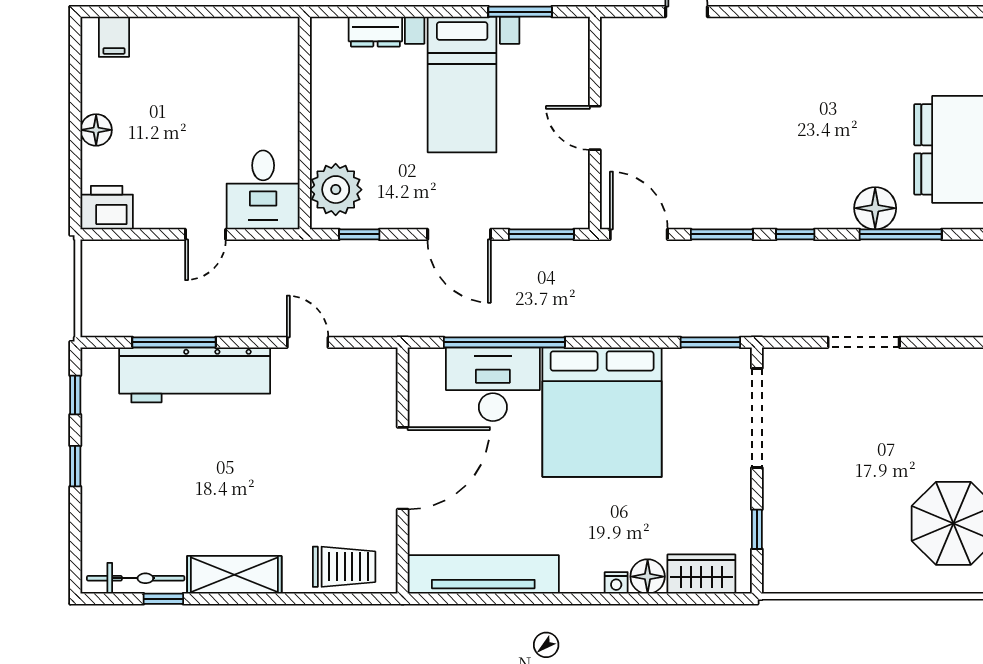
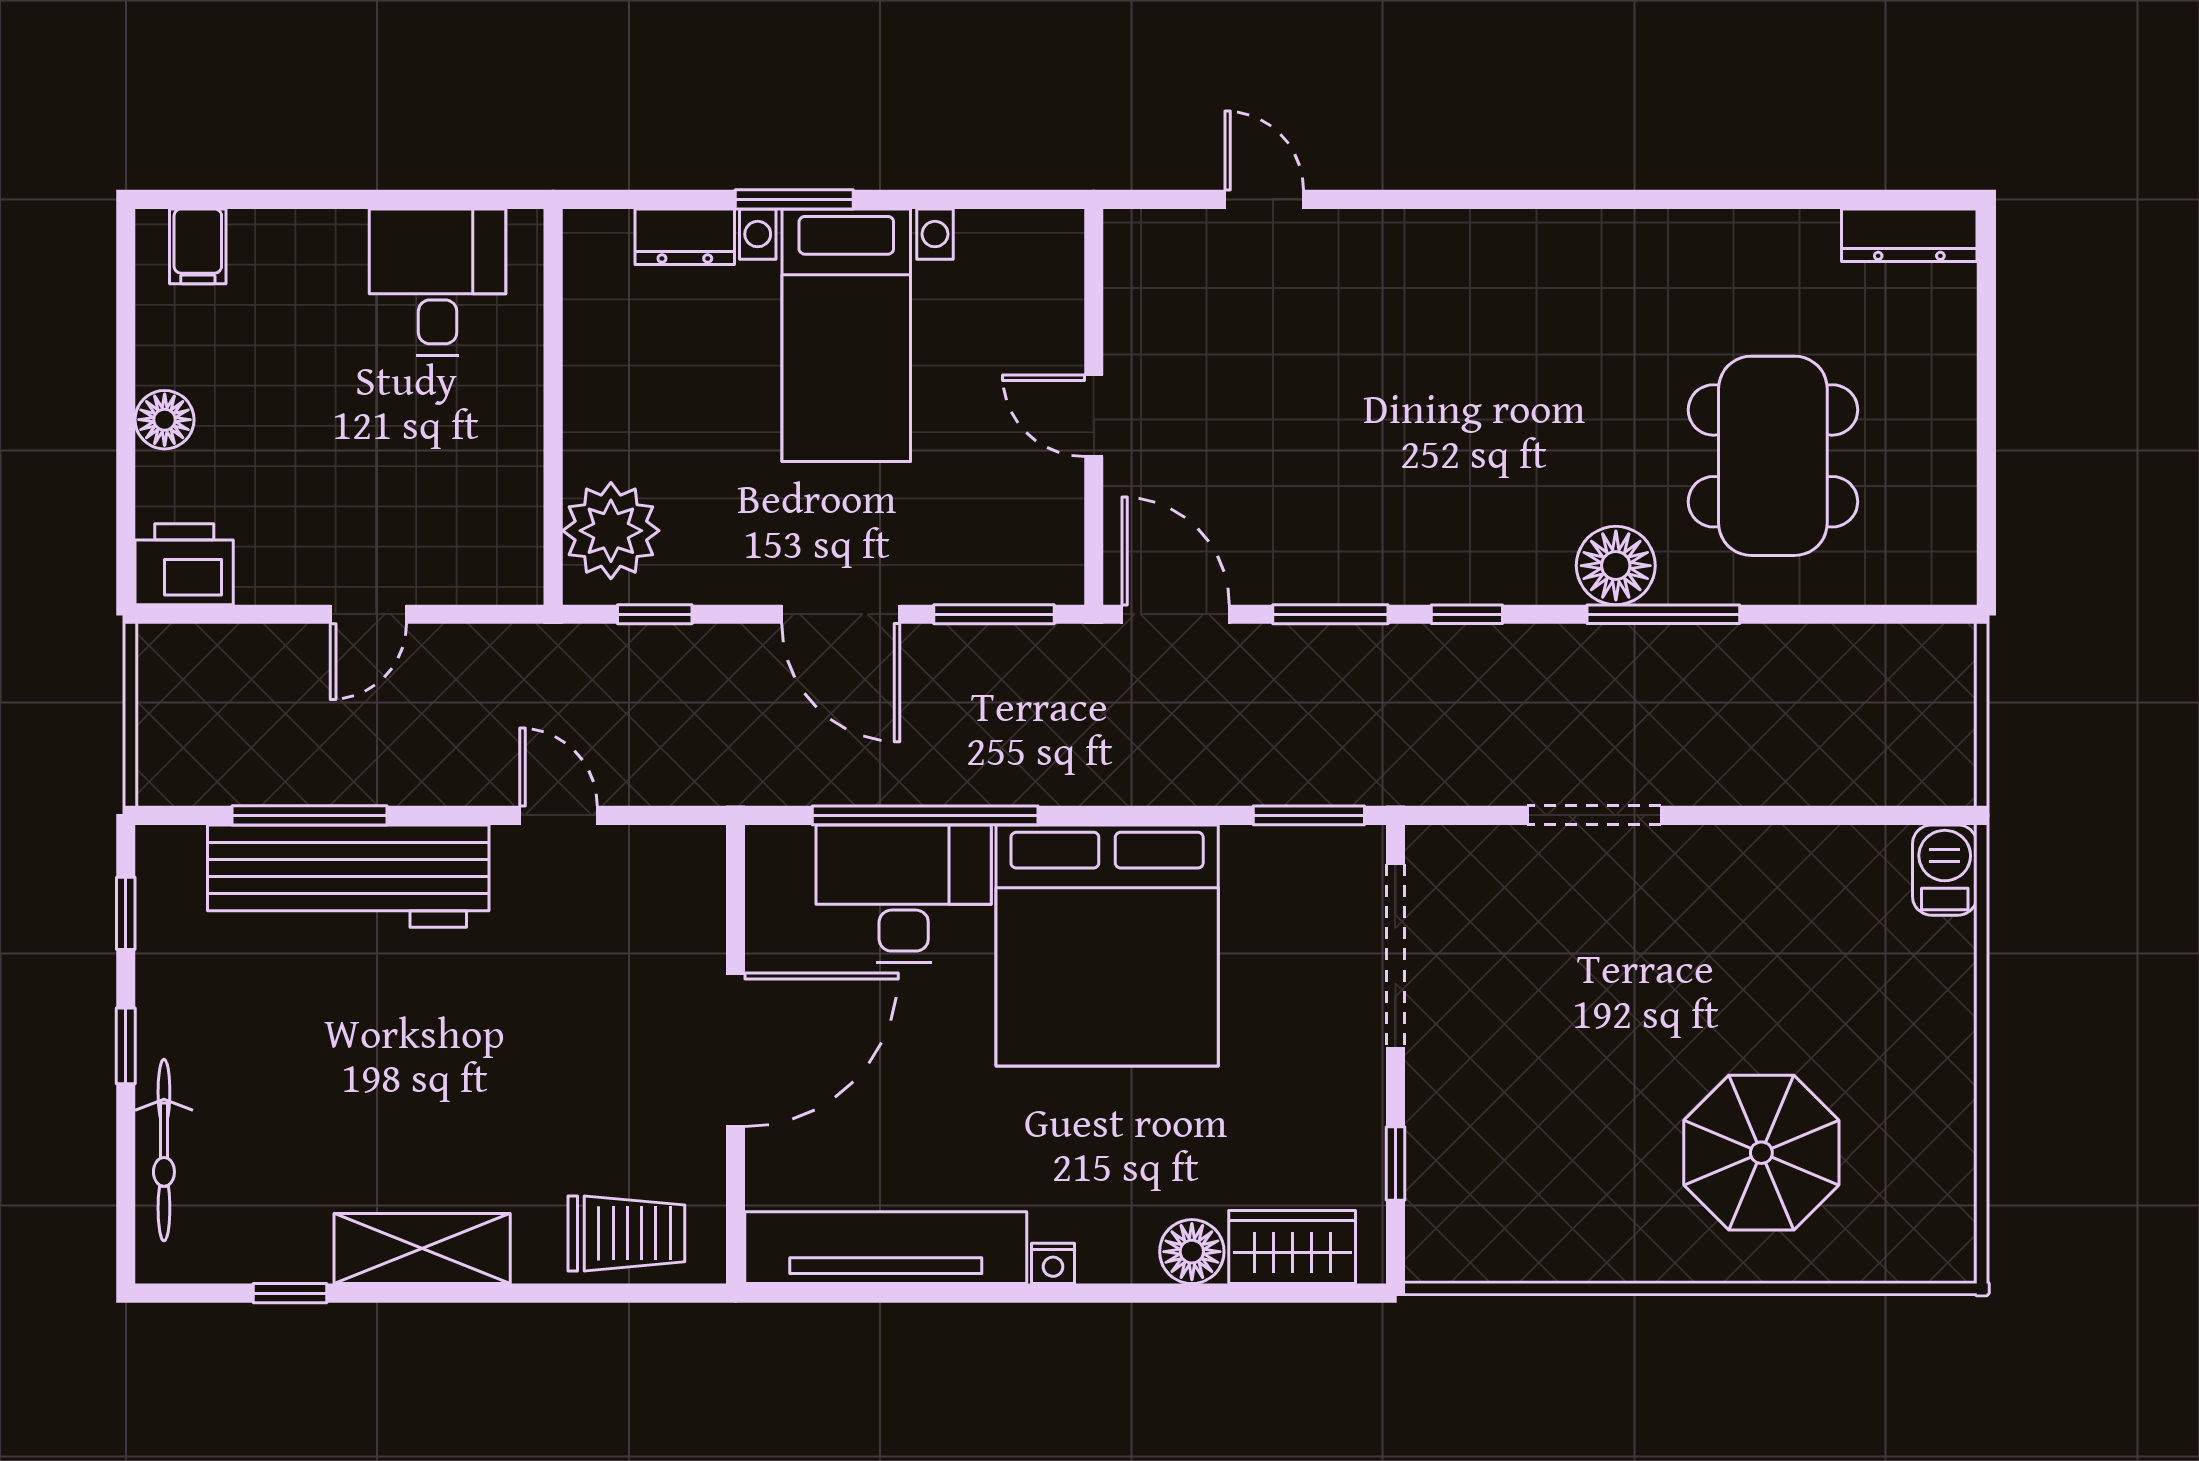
window: (520, 12) -> (794, 199), moved
desk: (263, 190) -> (438, 282), moved, turned 180
bicycle: (136, 578) -> (164, 1150), moved, turned 90
nightstand: (616, 583) -> (1053, 1263), moved

